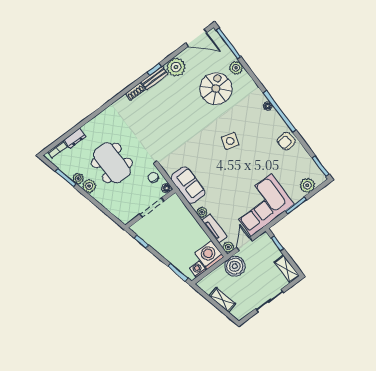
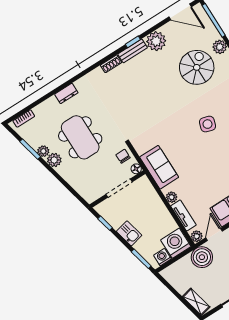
dresser: (75, 138) -> (66, 93), moved
kitchen sink: (165, 249) -> (129, 233), added
shelving: (222, 300) -> (196, 302), moved

